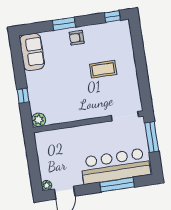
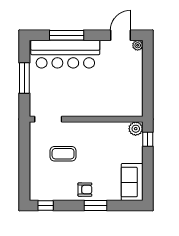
doorway: (125, 116) -> (48, 119), moved
plant: (39, 120) -> (136, 129), moved
wall: (88, 122) -> (86, 119), moved

